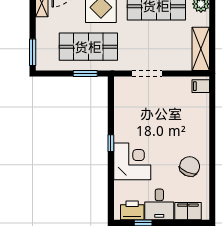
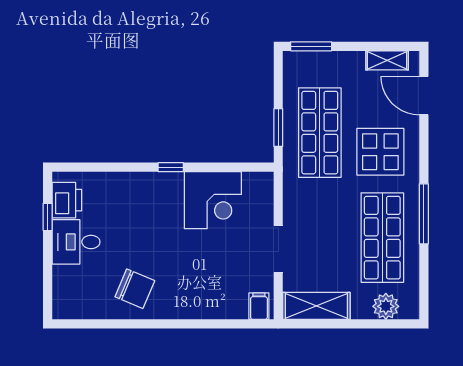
doorway: (147, 74) -> (278, 249), moved
corner desk: (132, 161) -> (213, 200), moved
filing cabinet: (188, 211) -> (66, 286), removed

